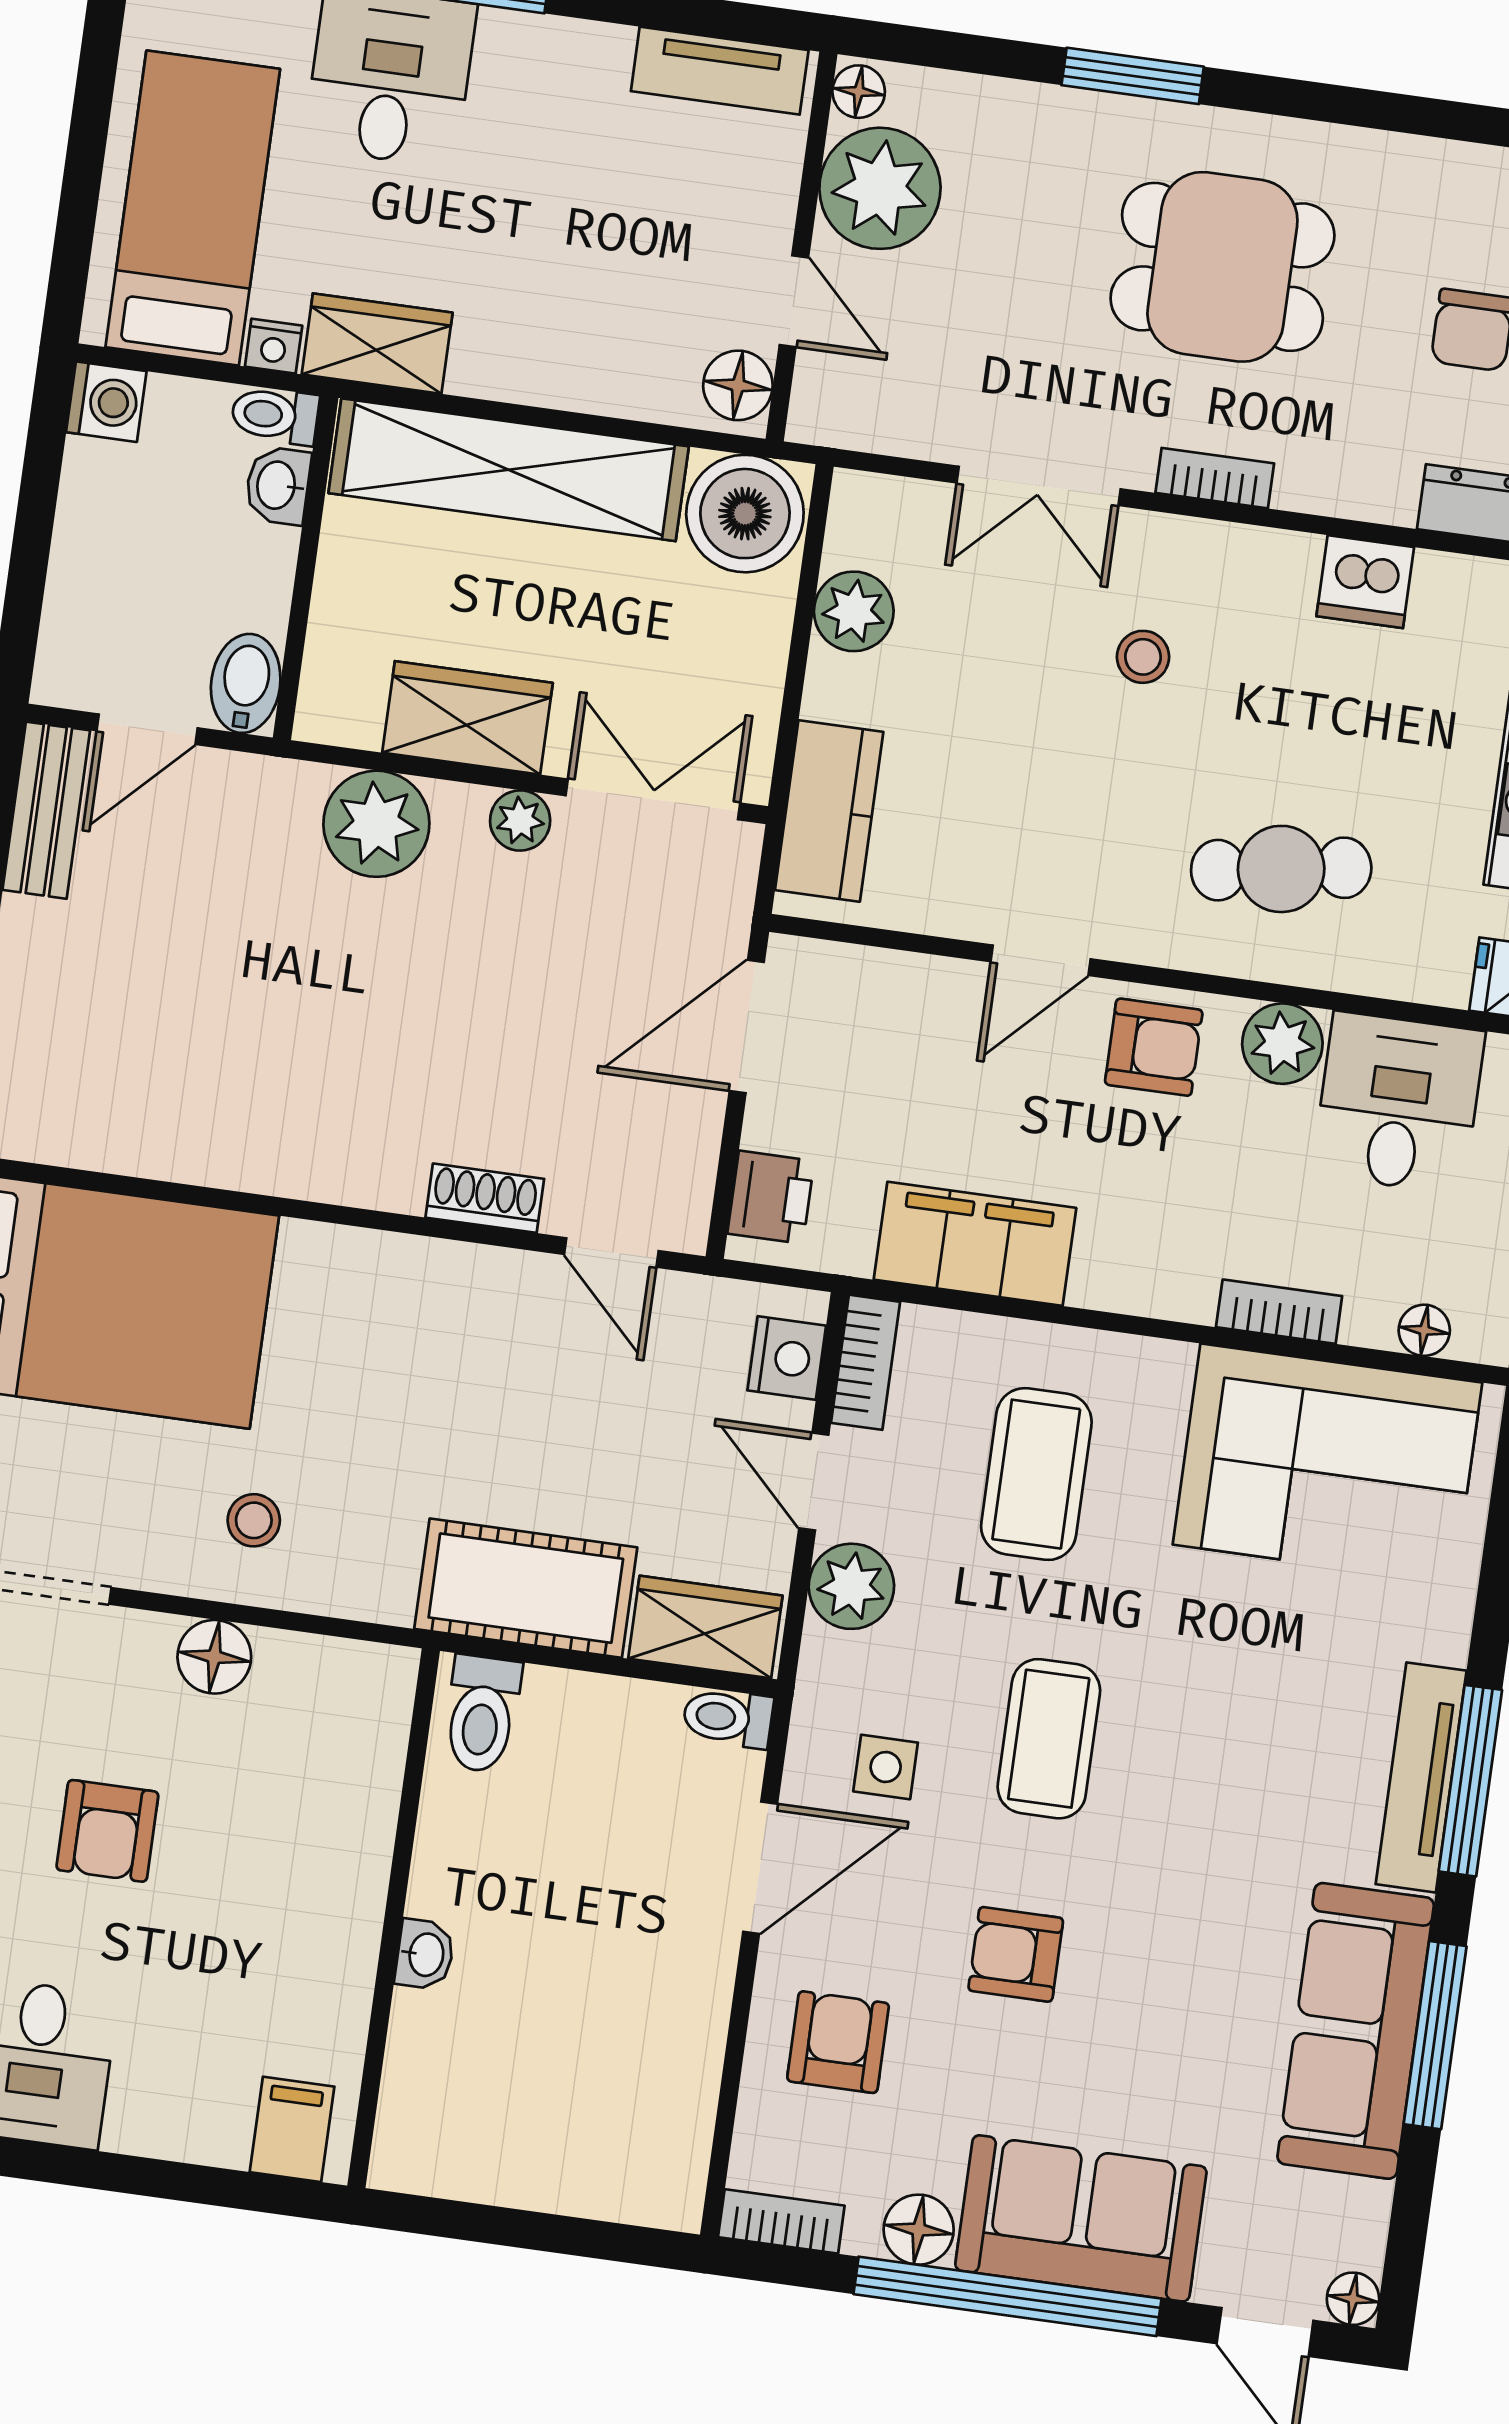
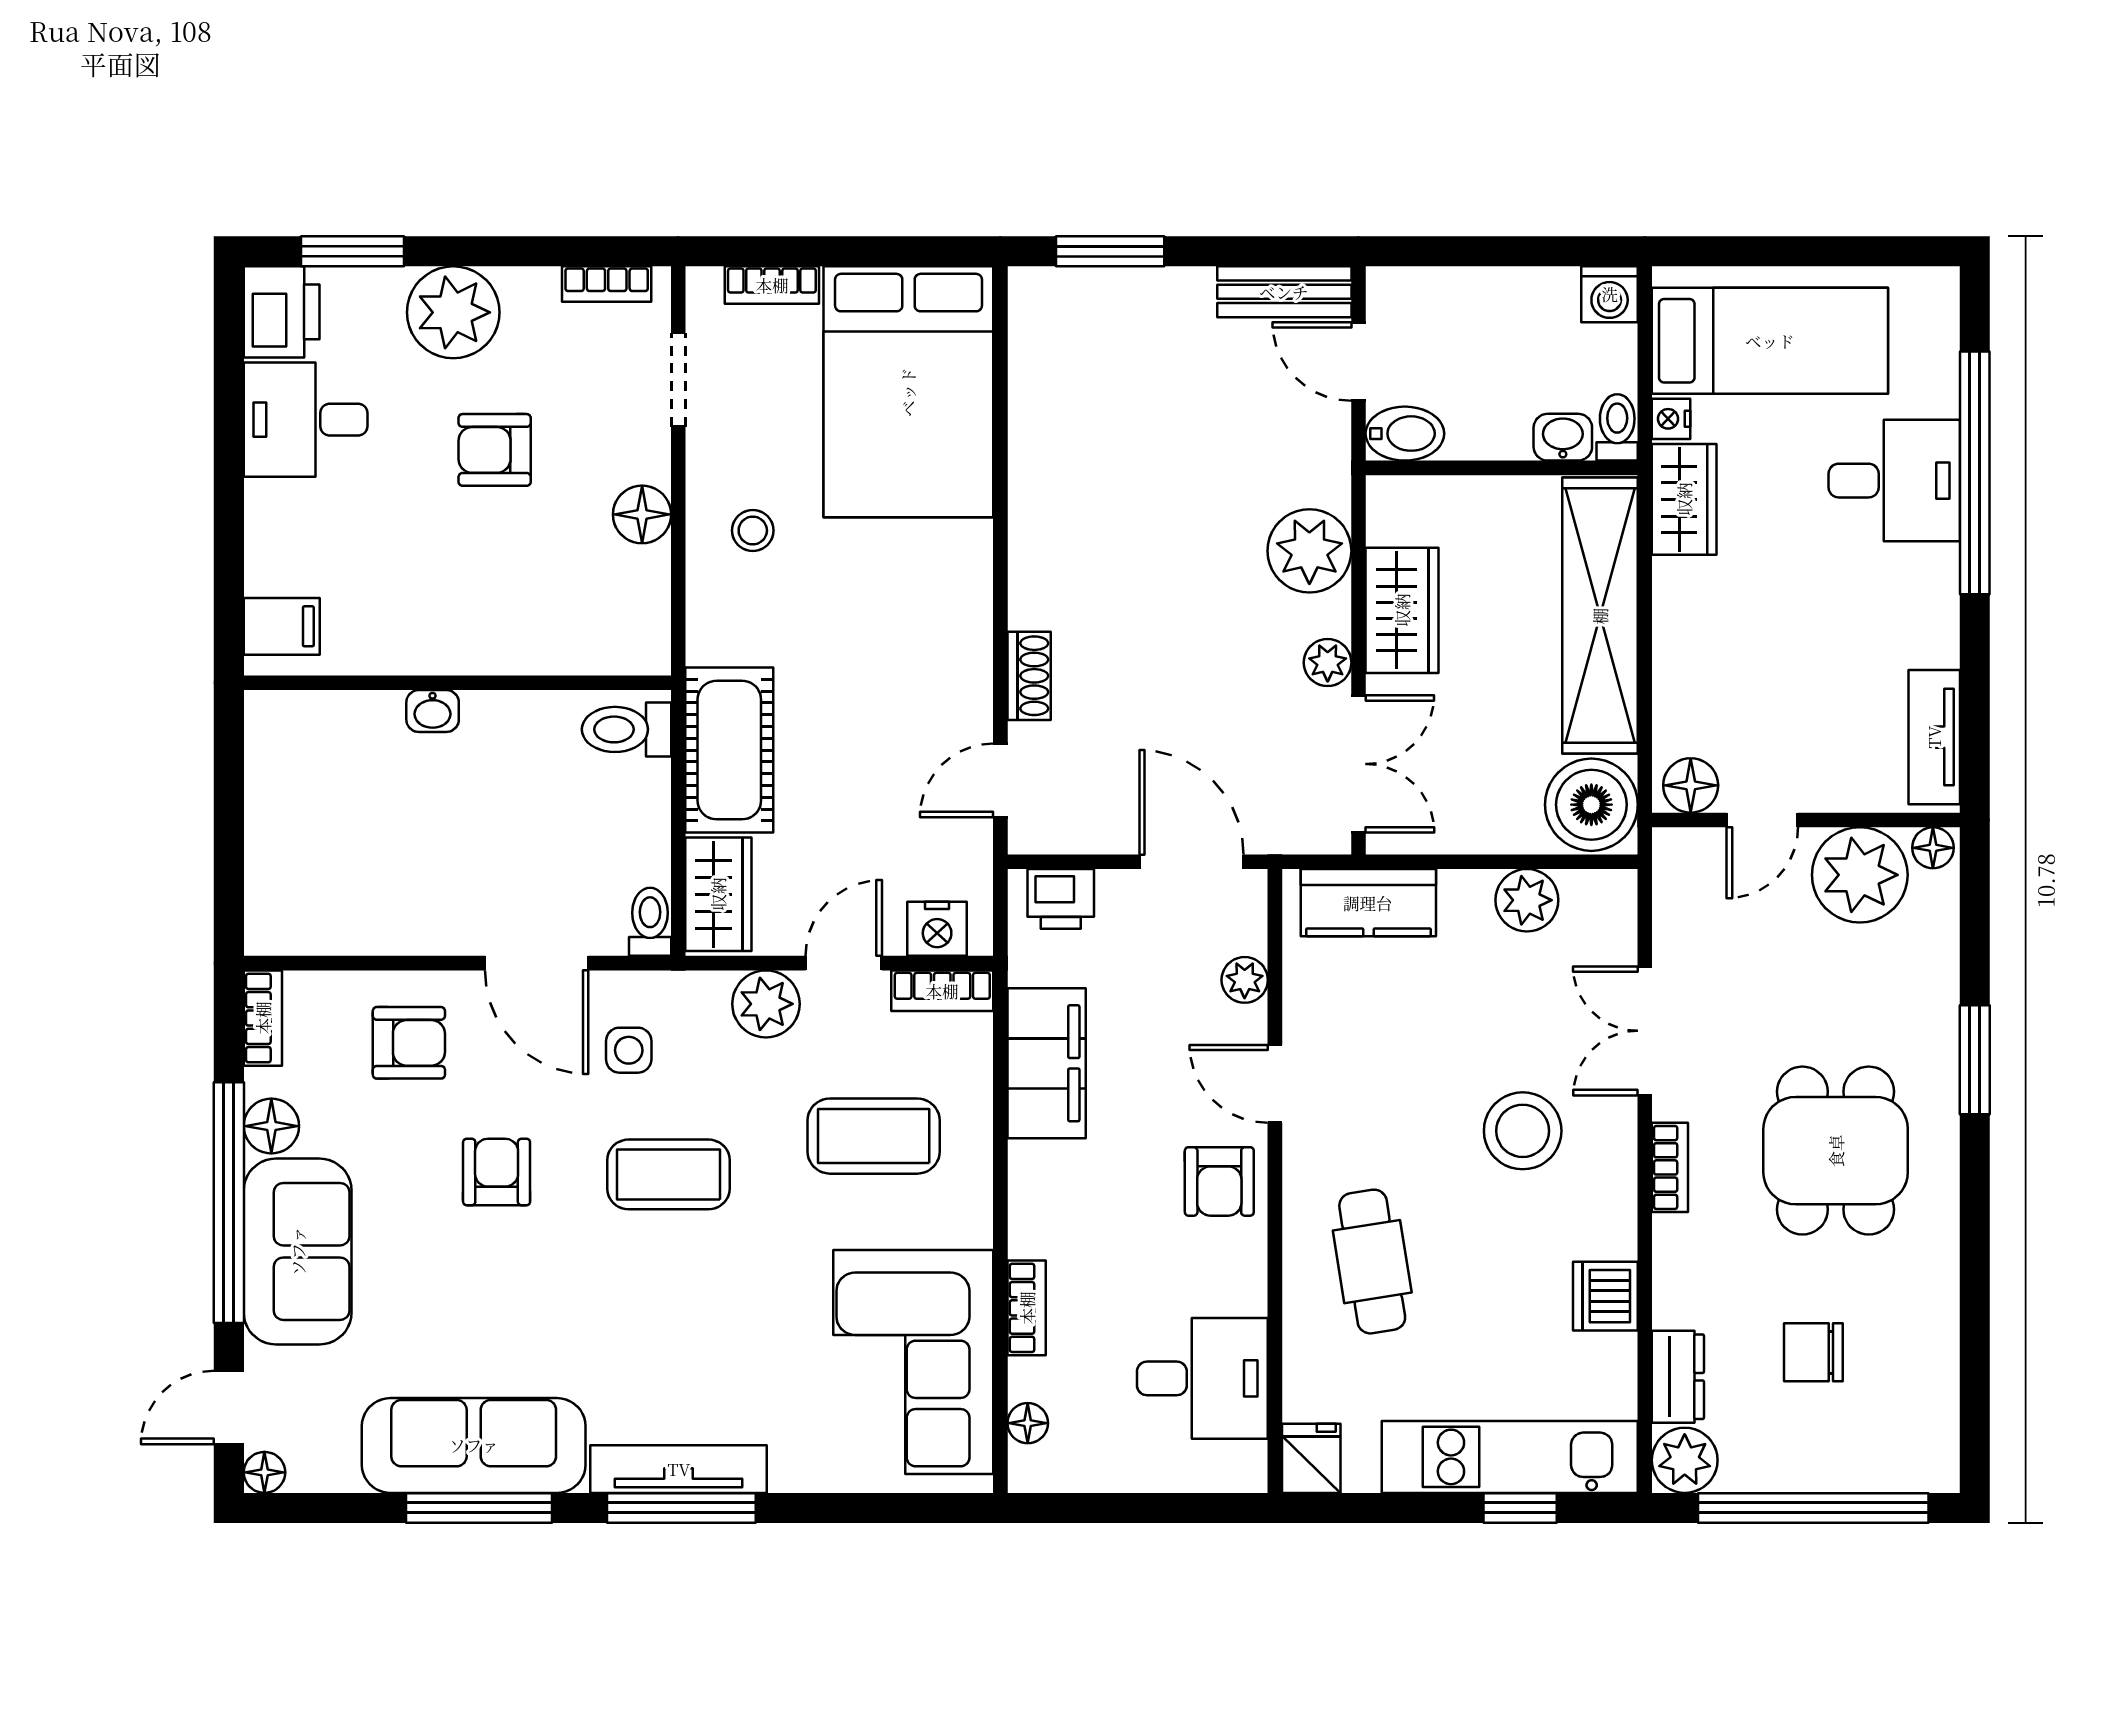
stool: (1143, 657) -> (1523, 1131), width x1.89, depth x1.89
plant: (1282, 1044) -> (1245, 980), moved, width x0.73, depth x0.73

